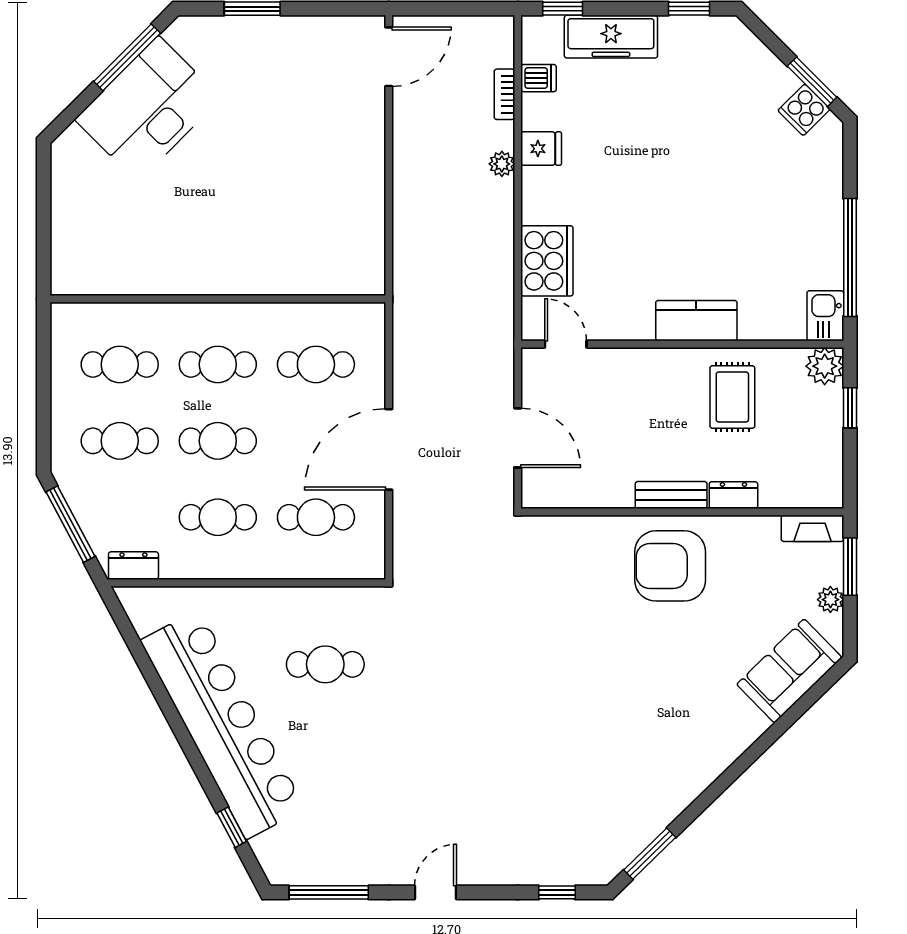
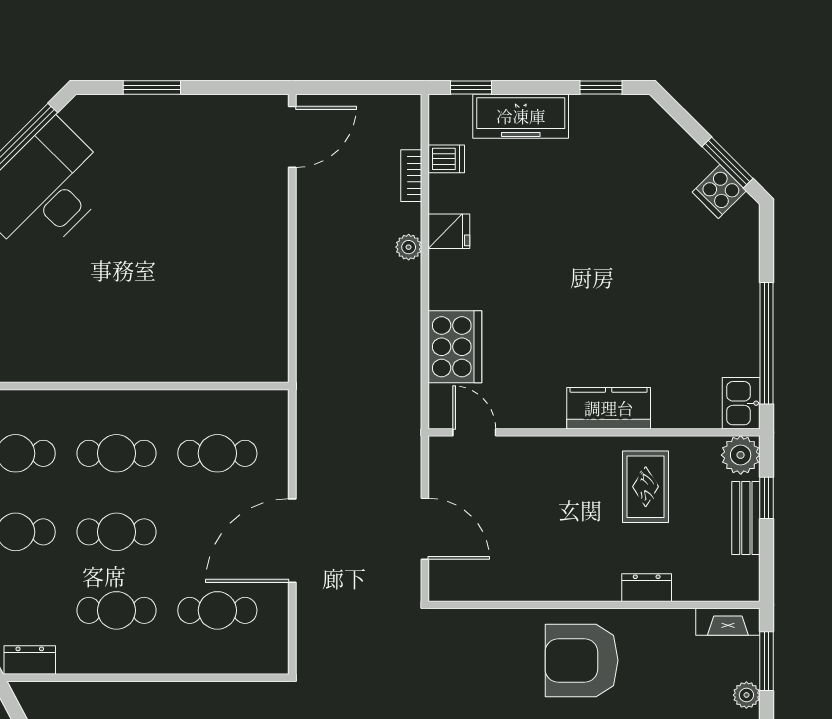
bench: (671, 495) -> (746, 518), moved, turned 90

